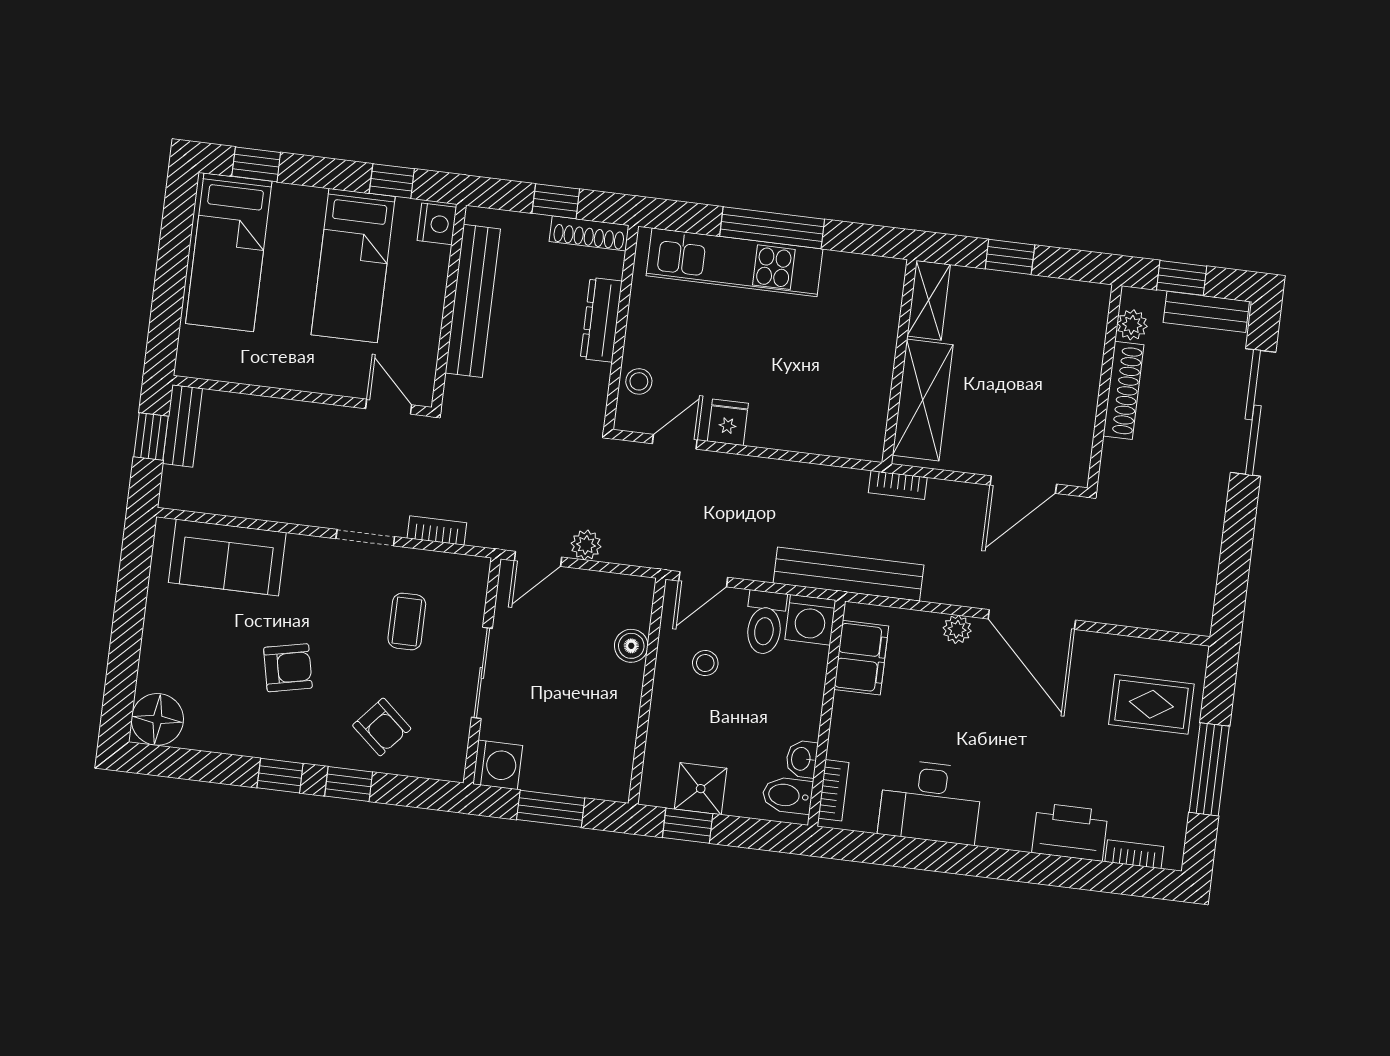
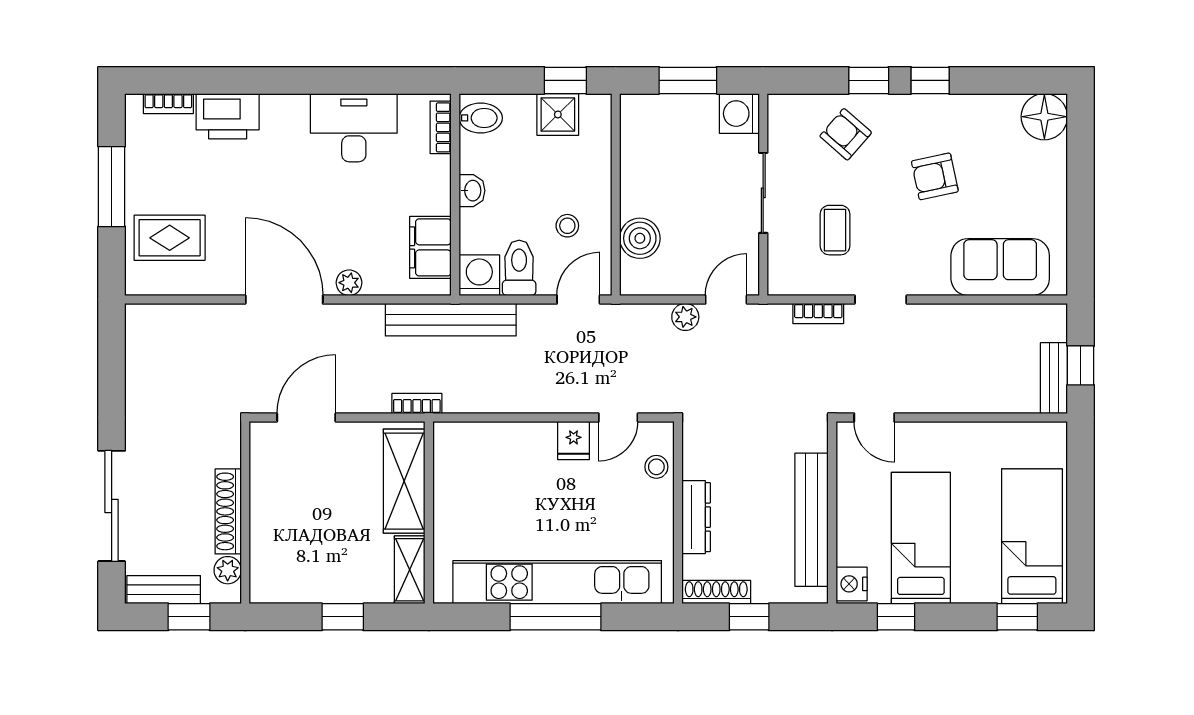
kitchen unit: (735, 262) -> (557, 582), width x1.36
boiler: (631, 646) -> (640, 238), width x1.36, depth x1.36
washbasin: (802, 759) -> (472, 191), moved

